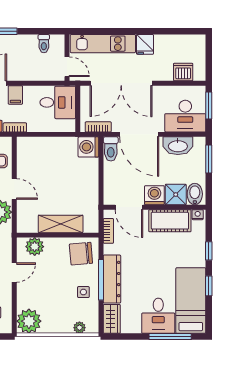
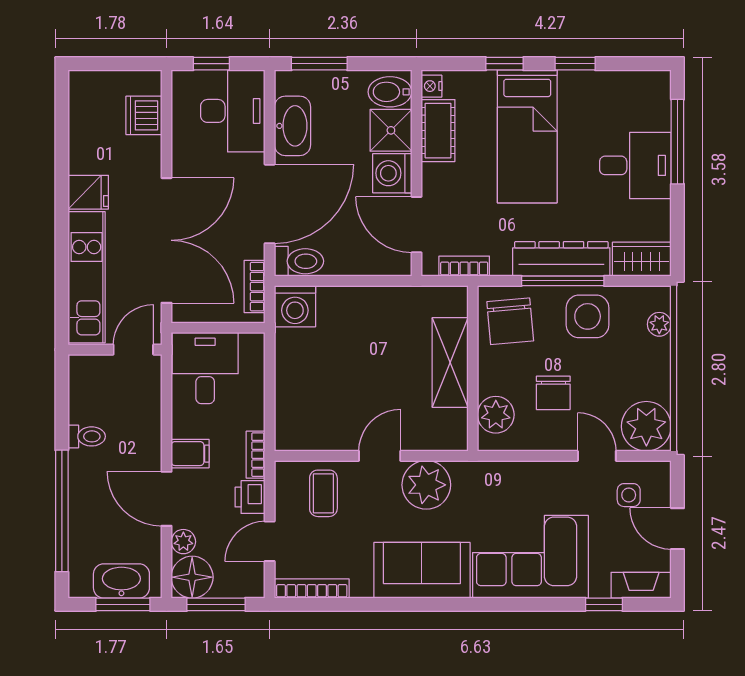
toilet: (44, 44) -> (87, 436), moved
window: (209, 105) -> (211, 64), width x0.67
door: (129, 207) -> (416, 225), swing flipped
cot: (170, 221) -> (438, 131), width x0.73, depth x0.75
door: (14, 273) -> (597, 456), moved
chair: (46, 275) -> (553, 393), added
side table: (83, 292) -> (588, 316), width x1.87, depth x1.87
bed: (191, 301) -> (527, 136), moved, turned -90

